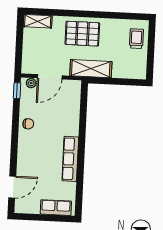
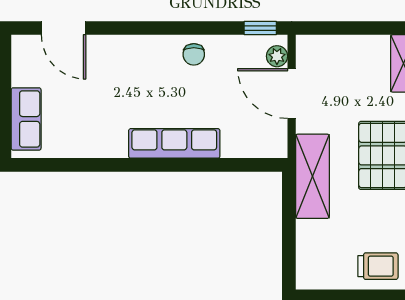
row of seats: (70, 159) -> (174, 143), moved

